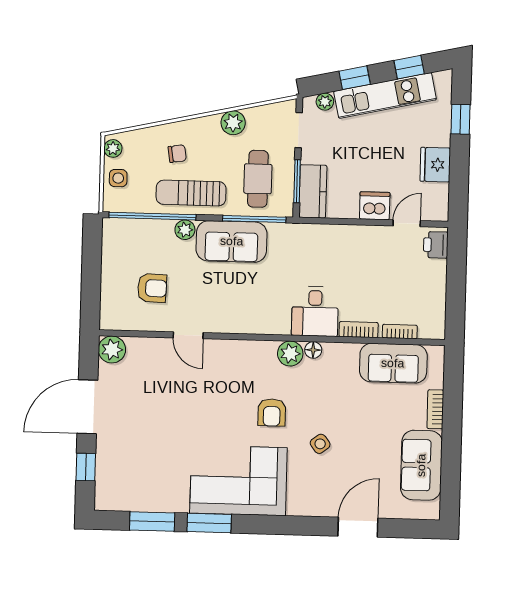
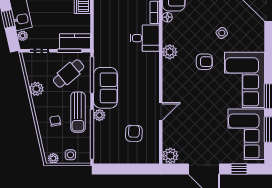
cafe table: (258, 179) -> (69, 73), turned -40
floor lamp: (313, 350) -> (167, 17), moved
corner sofa: (145, 481) -> (246, 134), added

